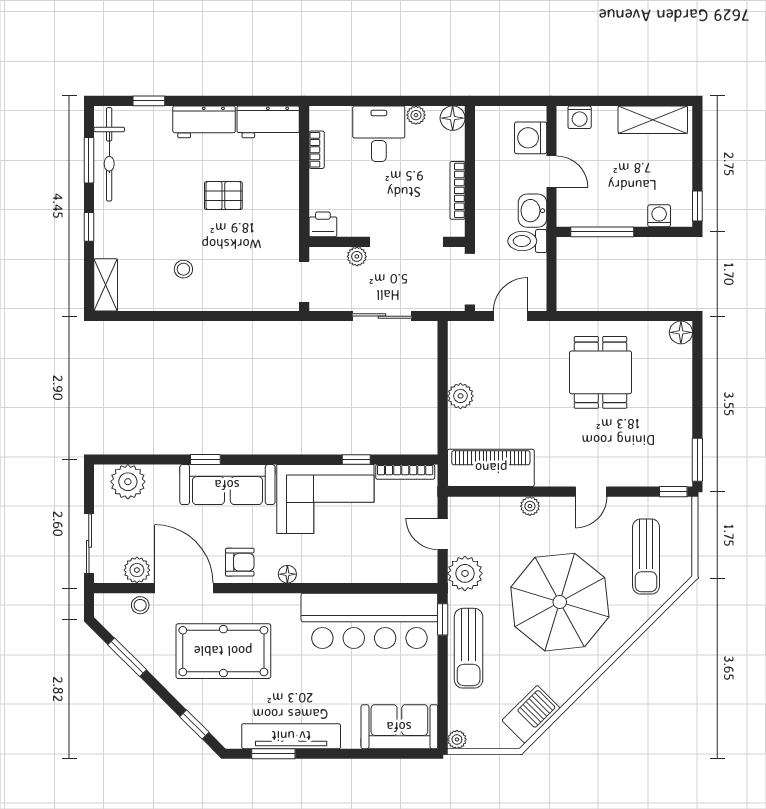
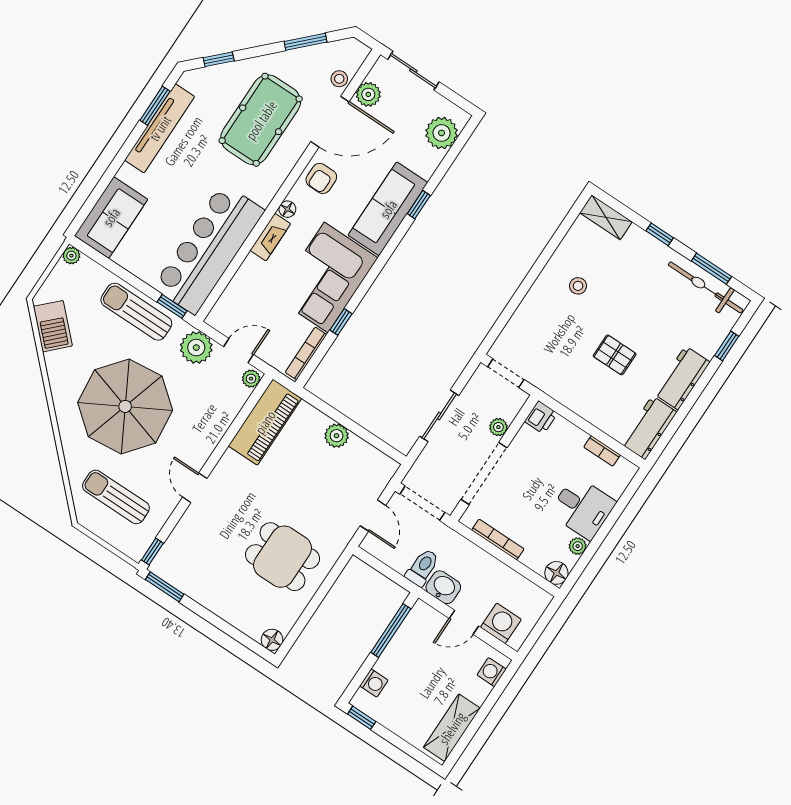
pallet: (223, 196) -> (615, 355), turned 90
plant: (530, 506) -> (251, 379), moved
fireplace: (322, 573) -> (270, 237), added

